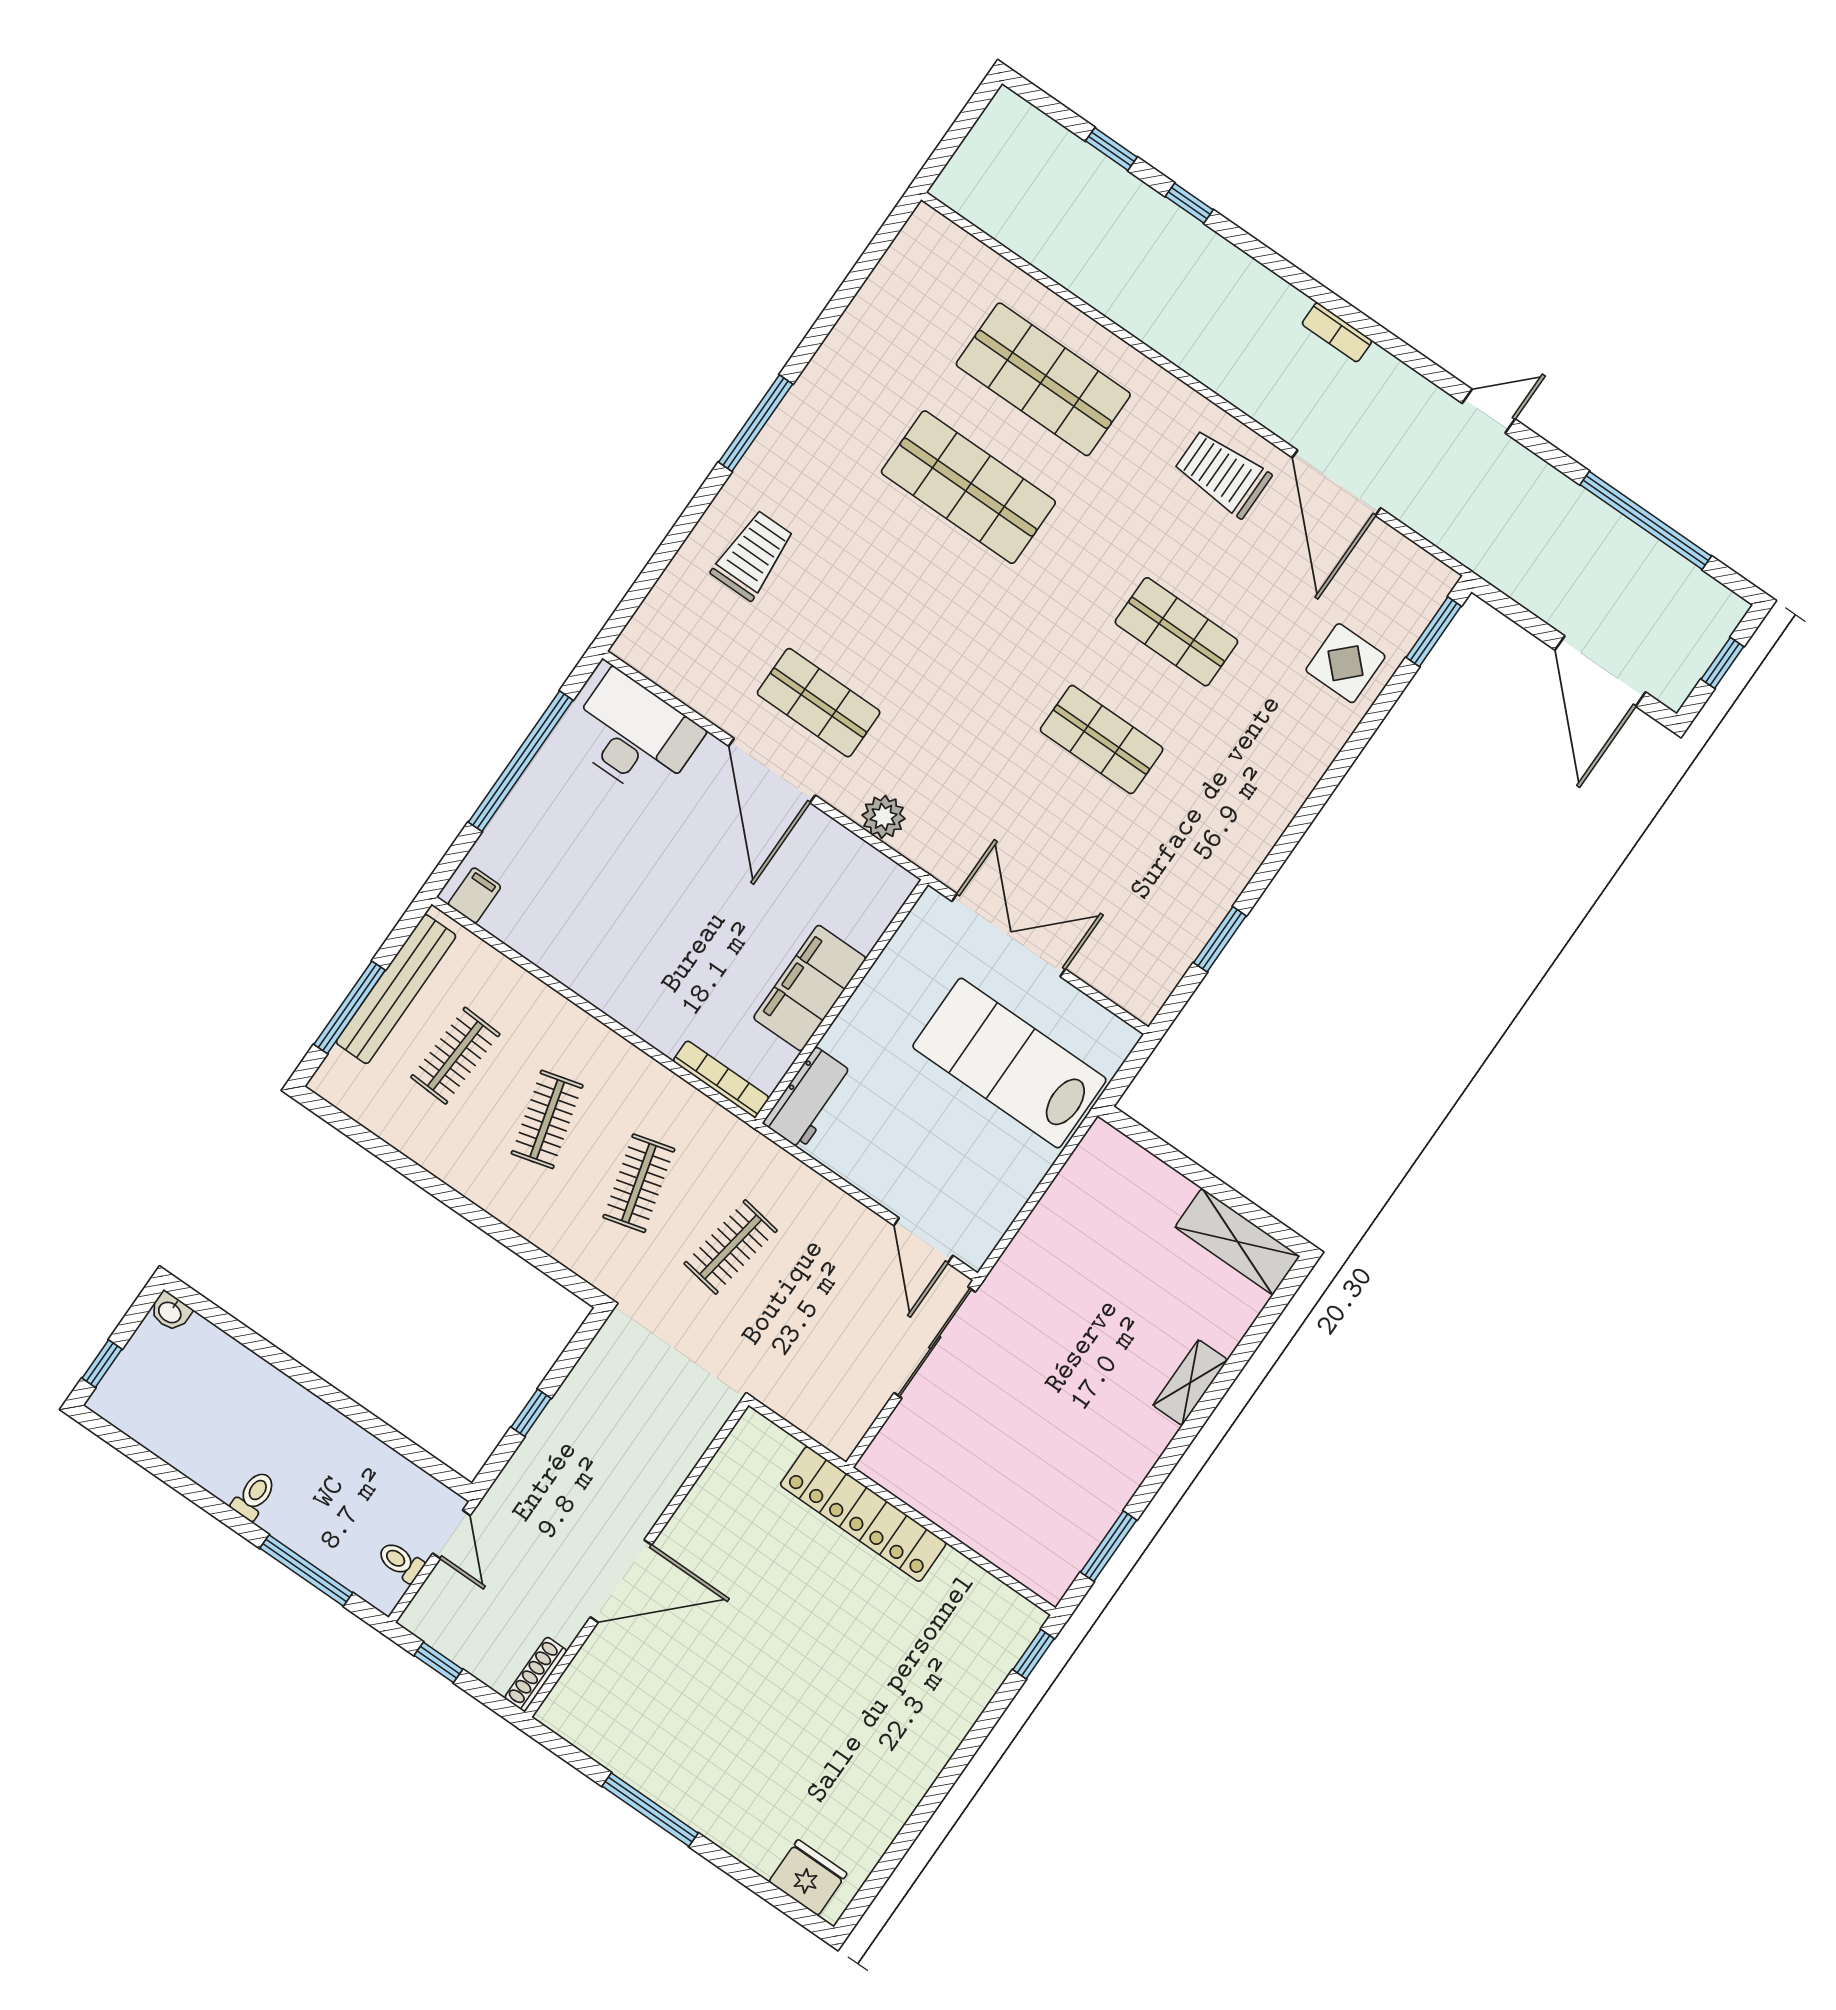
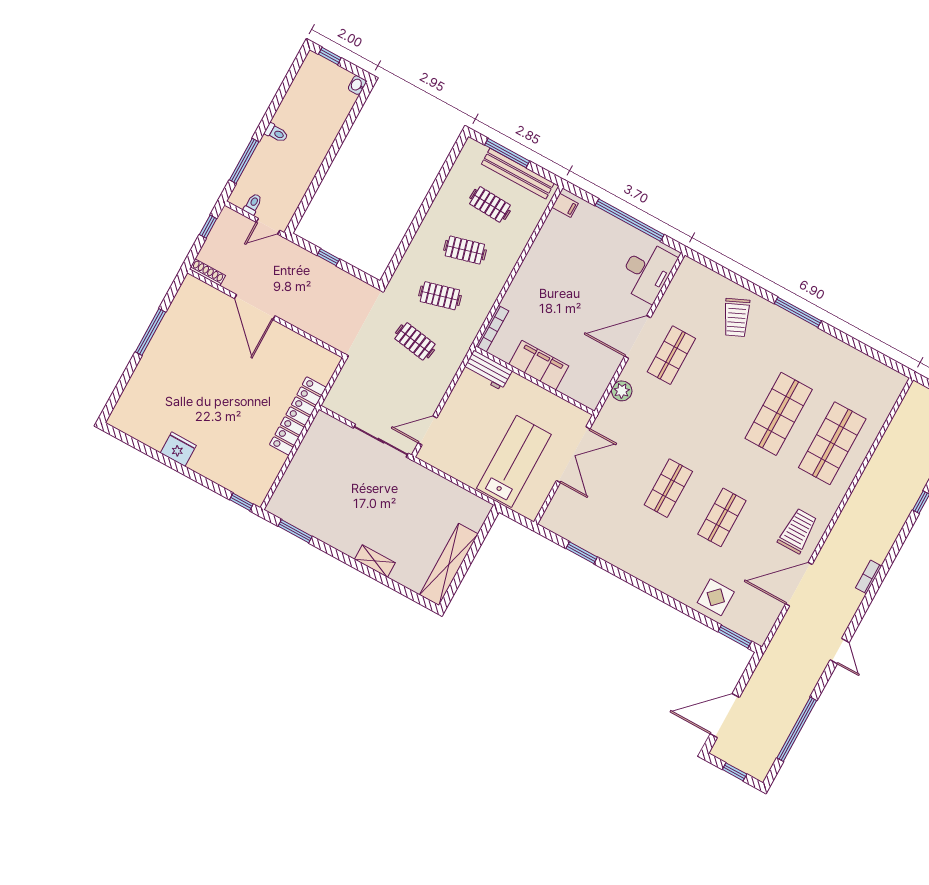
trolley: (753, 555) -> (737, 317), turned 66
shelving: (1237, 1242) -> (449, 564), width x1.47
fridge: (808, 1878) -> (178, 449), moved, turned -90

